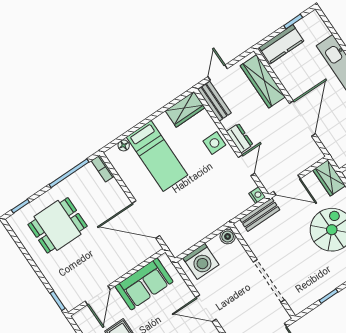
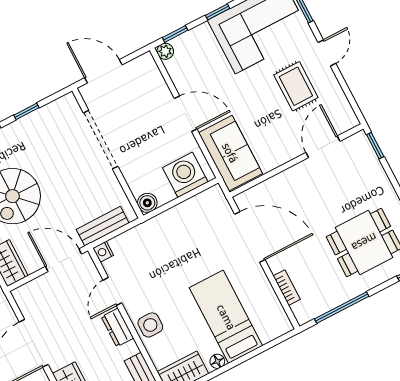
floor lamp: (124, 145) -> (217, 361), moved
bookcase: (103, 168) -> (287, 288), moved
sofa: (144, 284) -> (230, 153), moved, turned 90

